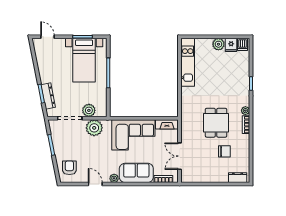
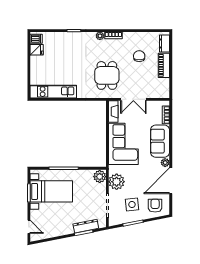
door: (47, 37) -> (29, 227), swing flipped
plant: (218, 44) -> (36, 62), removed
plant: (89, 110) -> (100, 177), moved
dining table: (216, 123) -> (107, 75), moved, turned 90
side table: (71, 144) -> (132, 204), added
double door: (180, 156) -> (133, 99), moved
armchair: (69, 168) -> (155, 206), turned 90
piano: (215, 177) -> (164, 65), added
door: (95, 184) -> (171, 181), width x1.87

